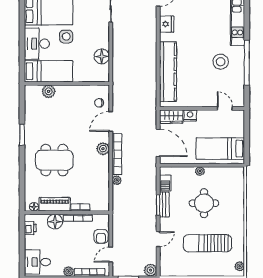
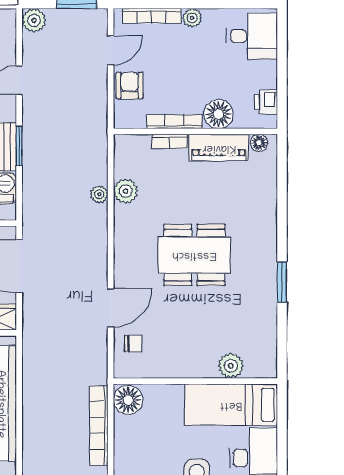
floor lamp: (102, 56) -> (128, 400), moved
plant: (103, 149) -> (126, 191), moved
bookcase: (117, 154) -> (99, 426), moved
dining table: (54, 160) -> (194, 255), moved

